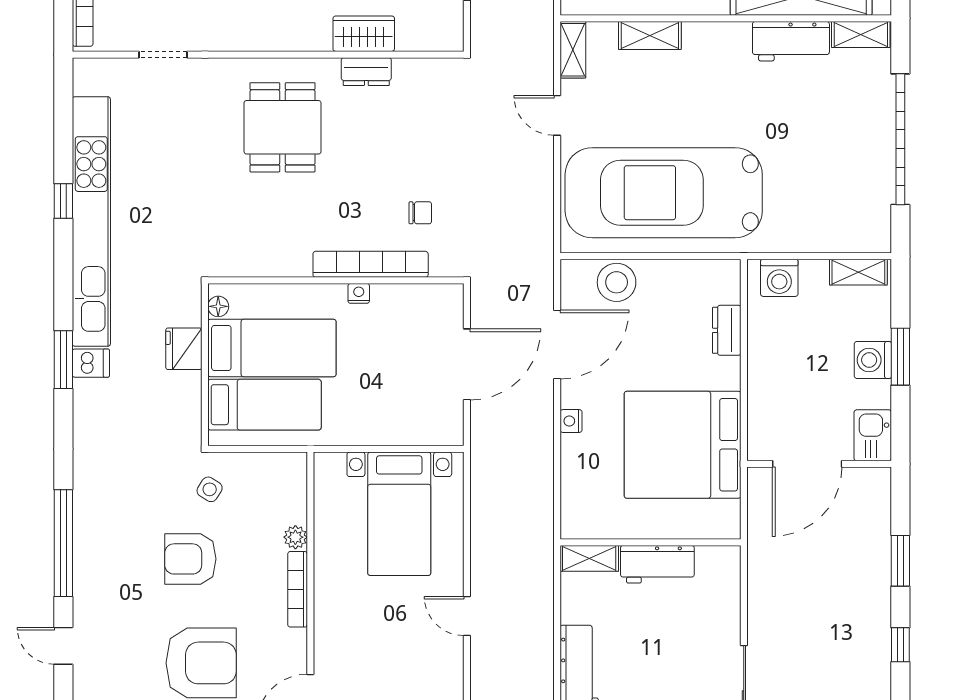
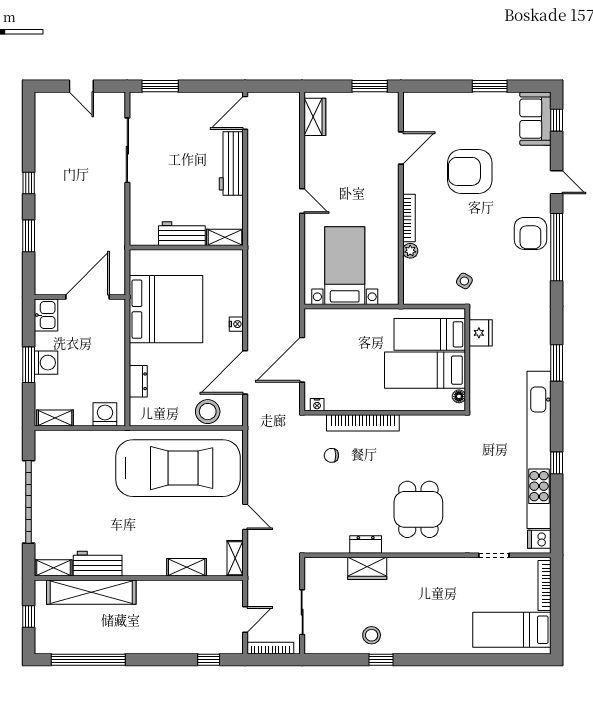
nightstand: (359, 293) -> (317, 405), moved
fridge: (184, 349) -> (481, 333), moved
dishwasher: (91, 363) -> (539, 539), moved
armchair: (190, 559) -> (530, 233), moved, turned 90

